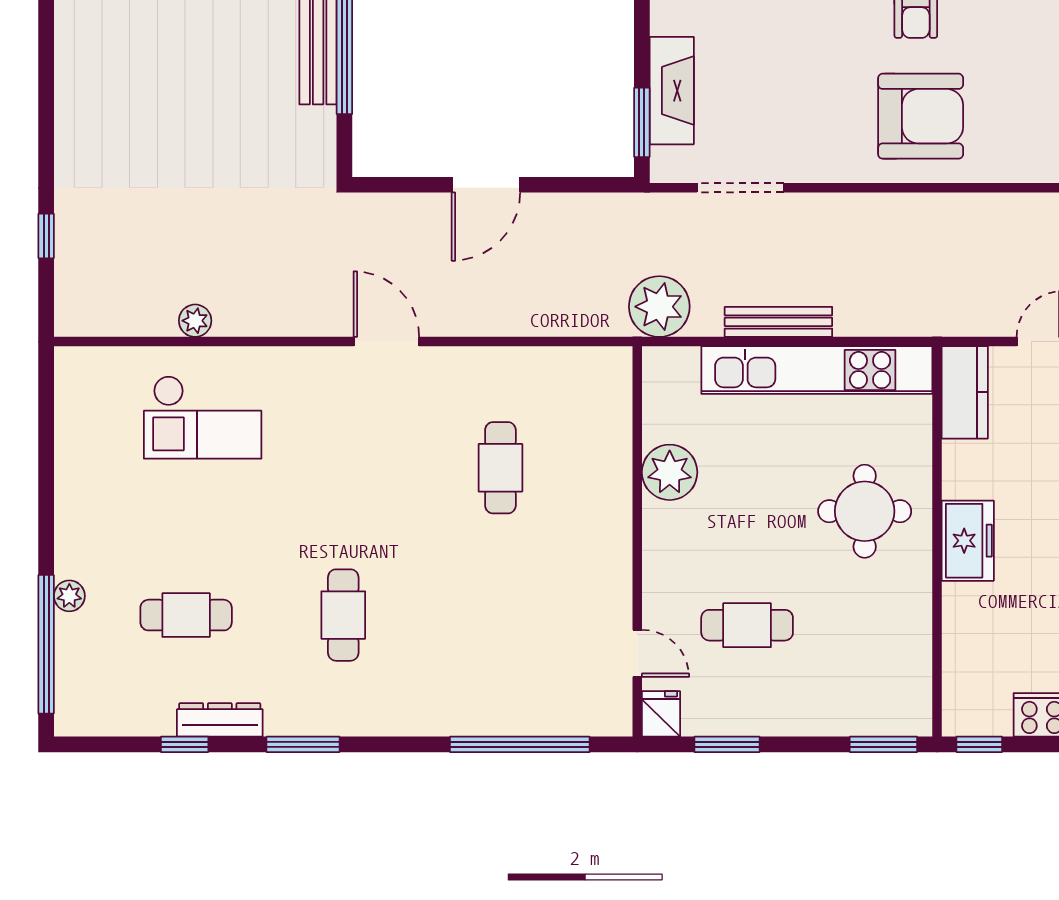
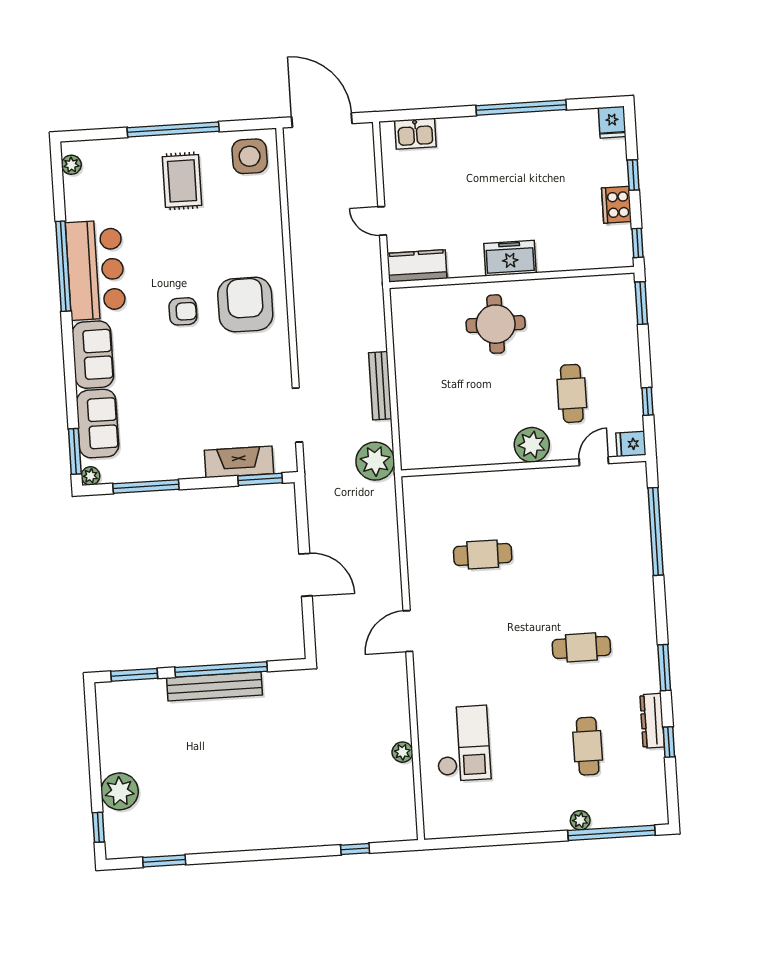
kitchen unit: (817, 370) -> (409, 360), removed
plant: (670, 472) -> (532, 445), moved
window: (727, 744) -> (647, 401), width x0.67

